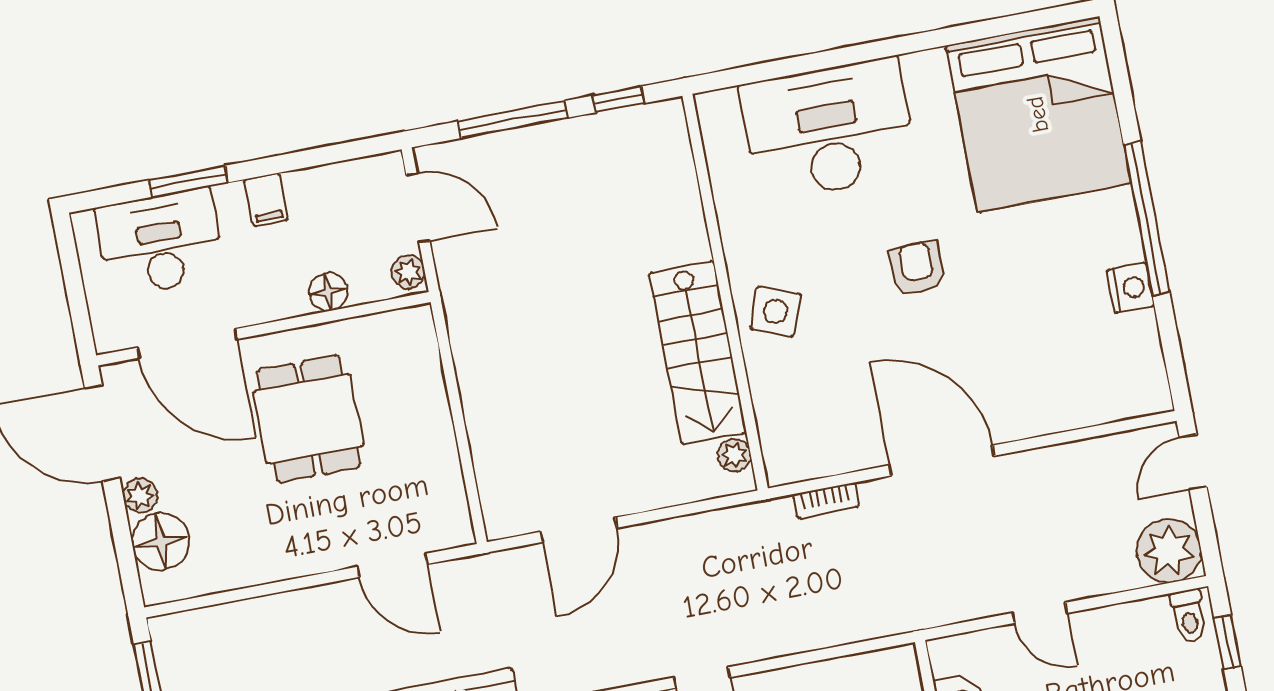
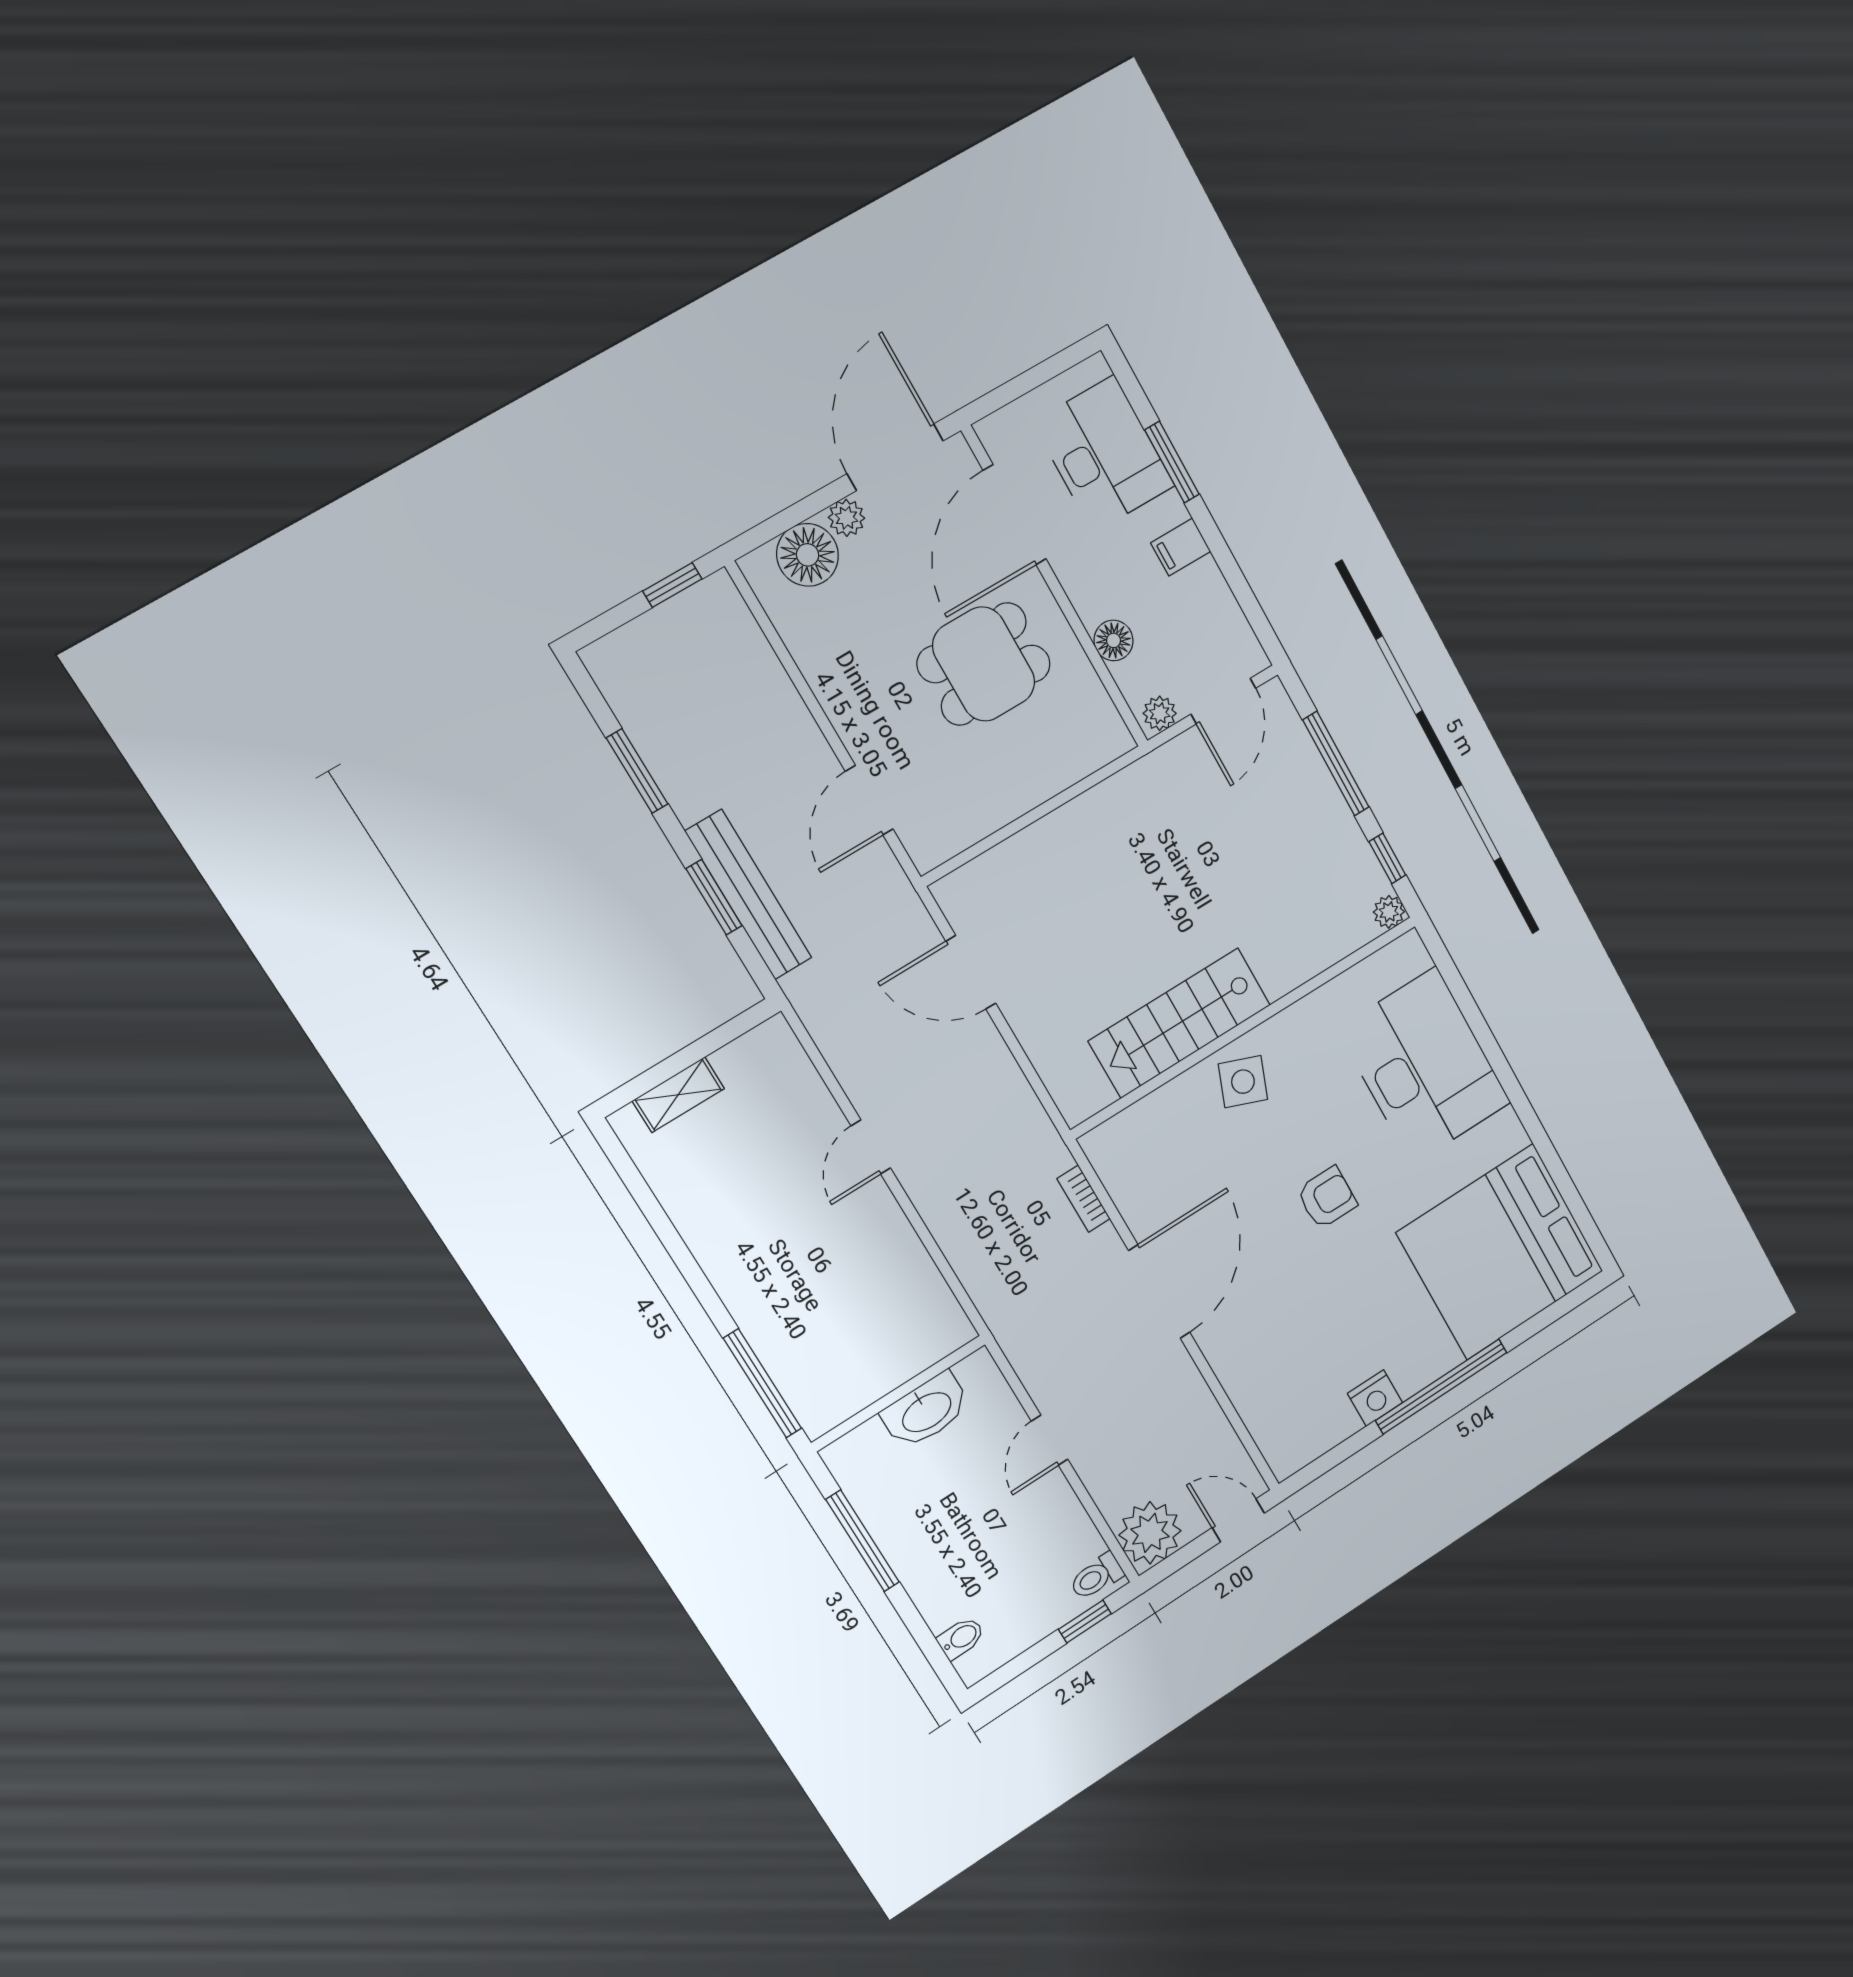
plant: (734, 455) -> (1389, 912), moved

